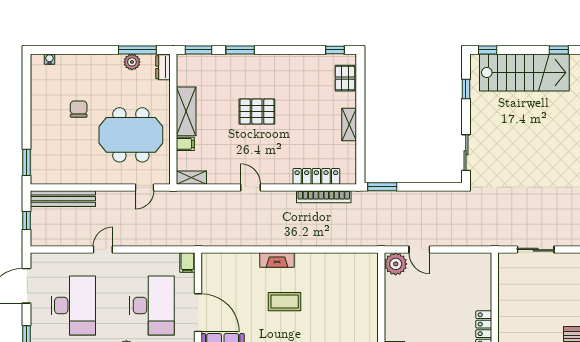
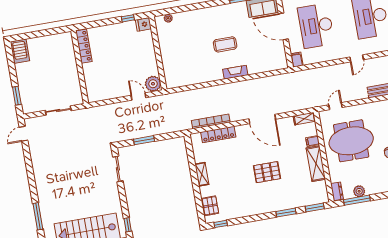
window: (466, 89) -> (128, 225), moved
door: (251, 187) -> (262, 119), width x1.88
window: (382, 187) -> (144, 140), moved

